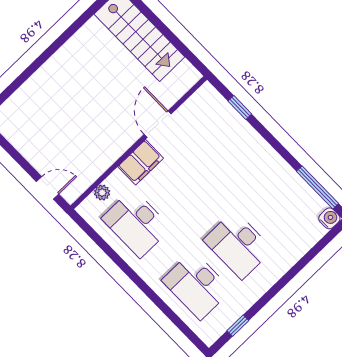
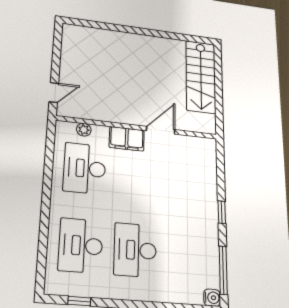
window: (240, 107) -> (222, 212), moved
door: (48, 188) -> (54, 92), hinge flipped

